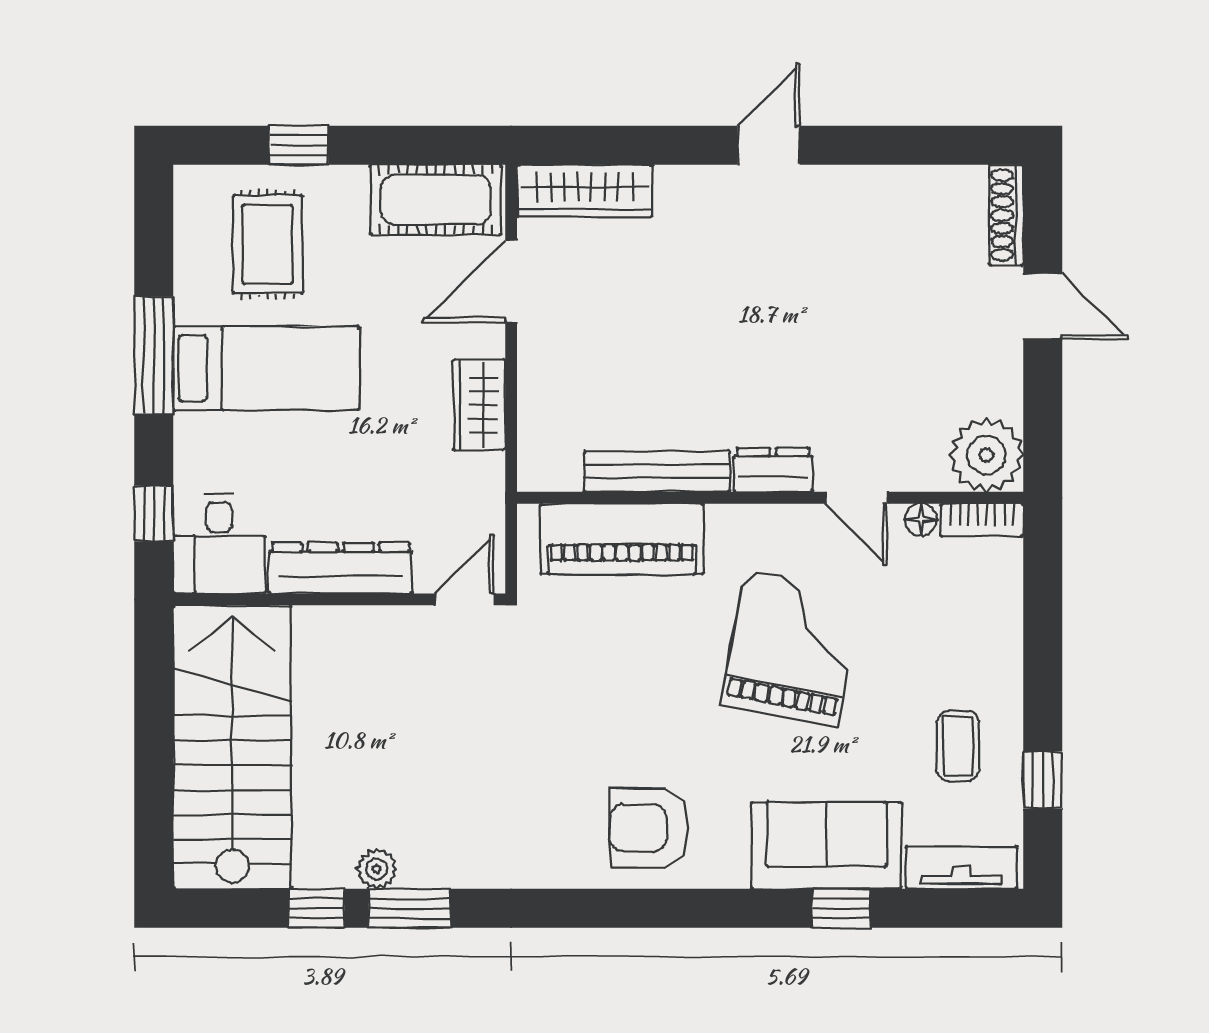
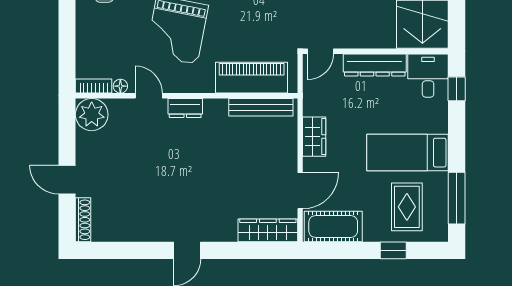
window: (154, 356) -> (457, 198), moved
bench: (657, 471) -> (261, 107), moved

